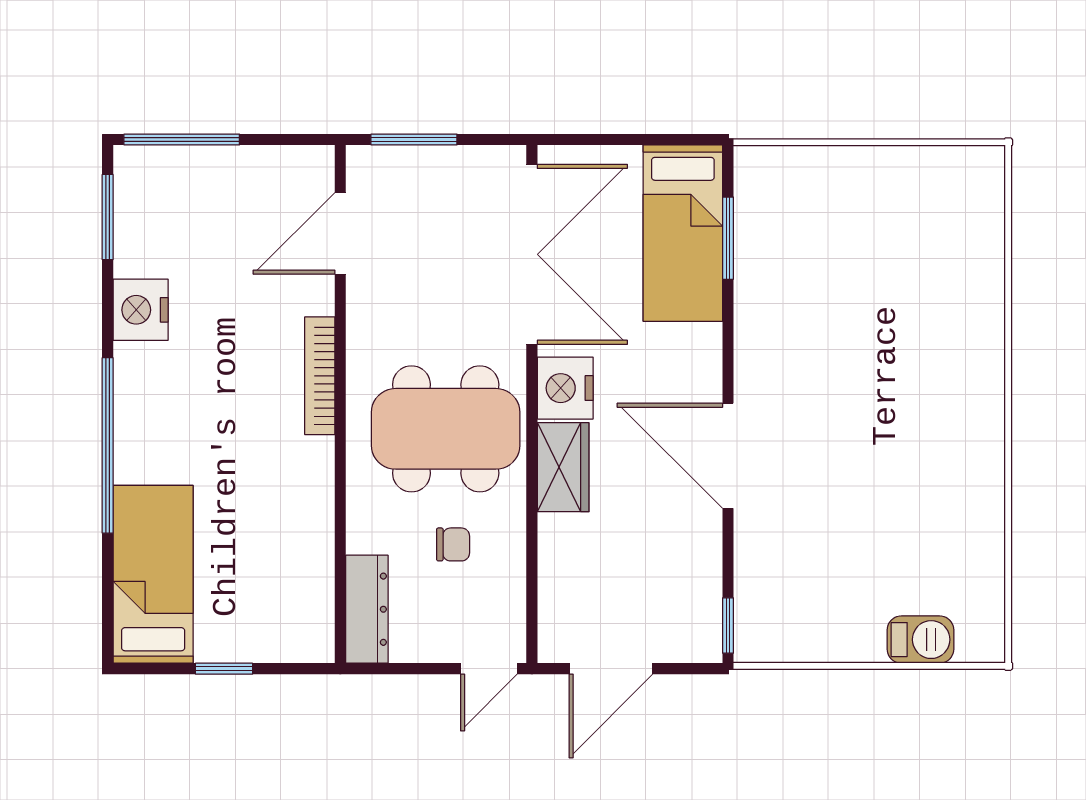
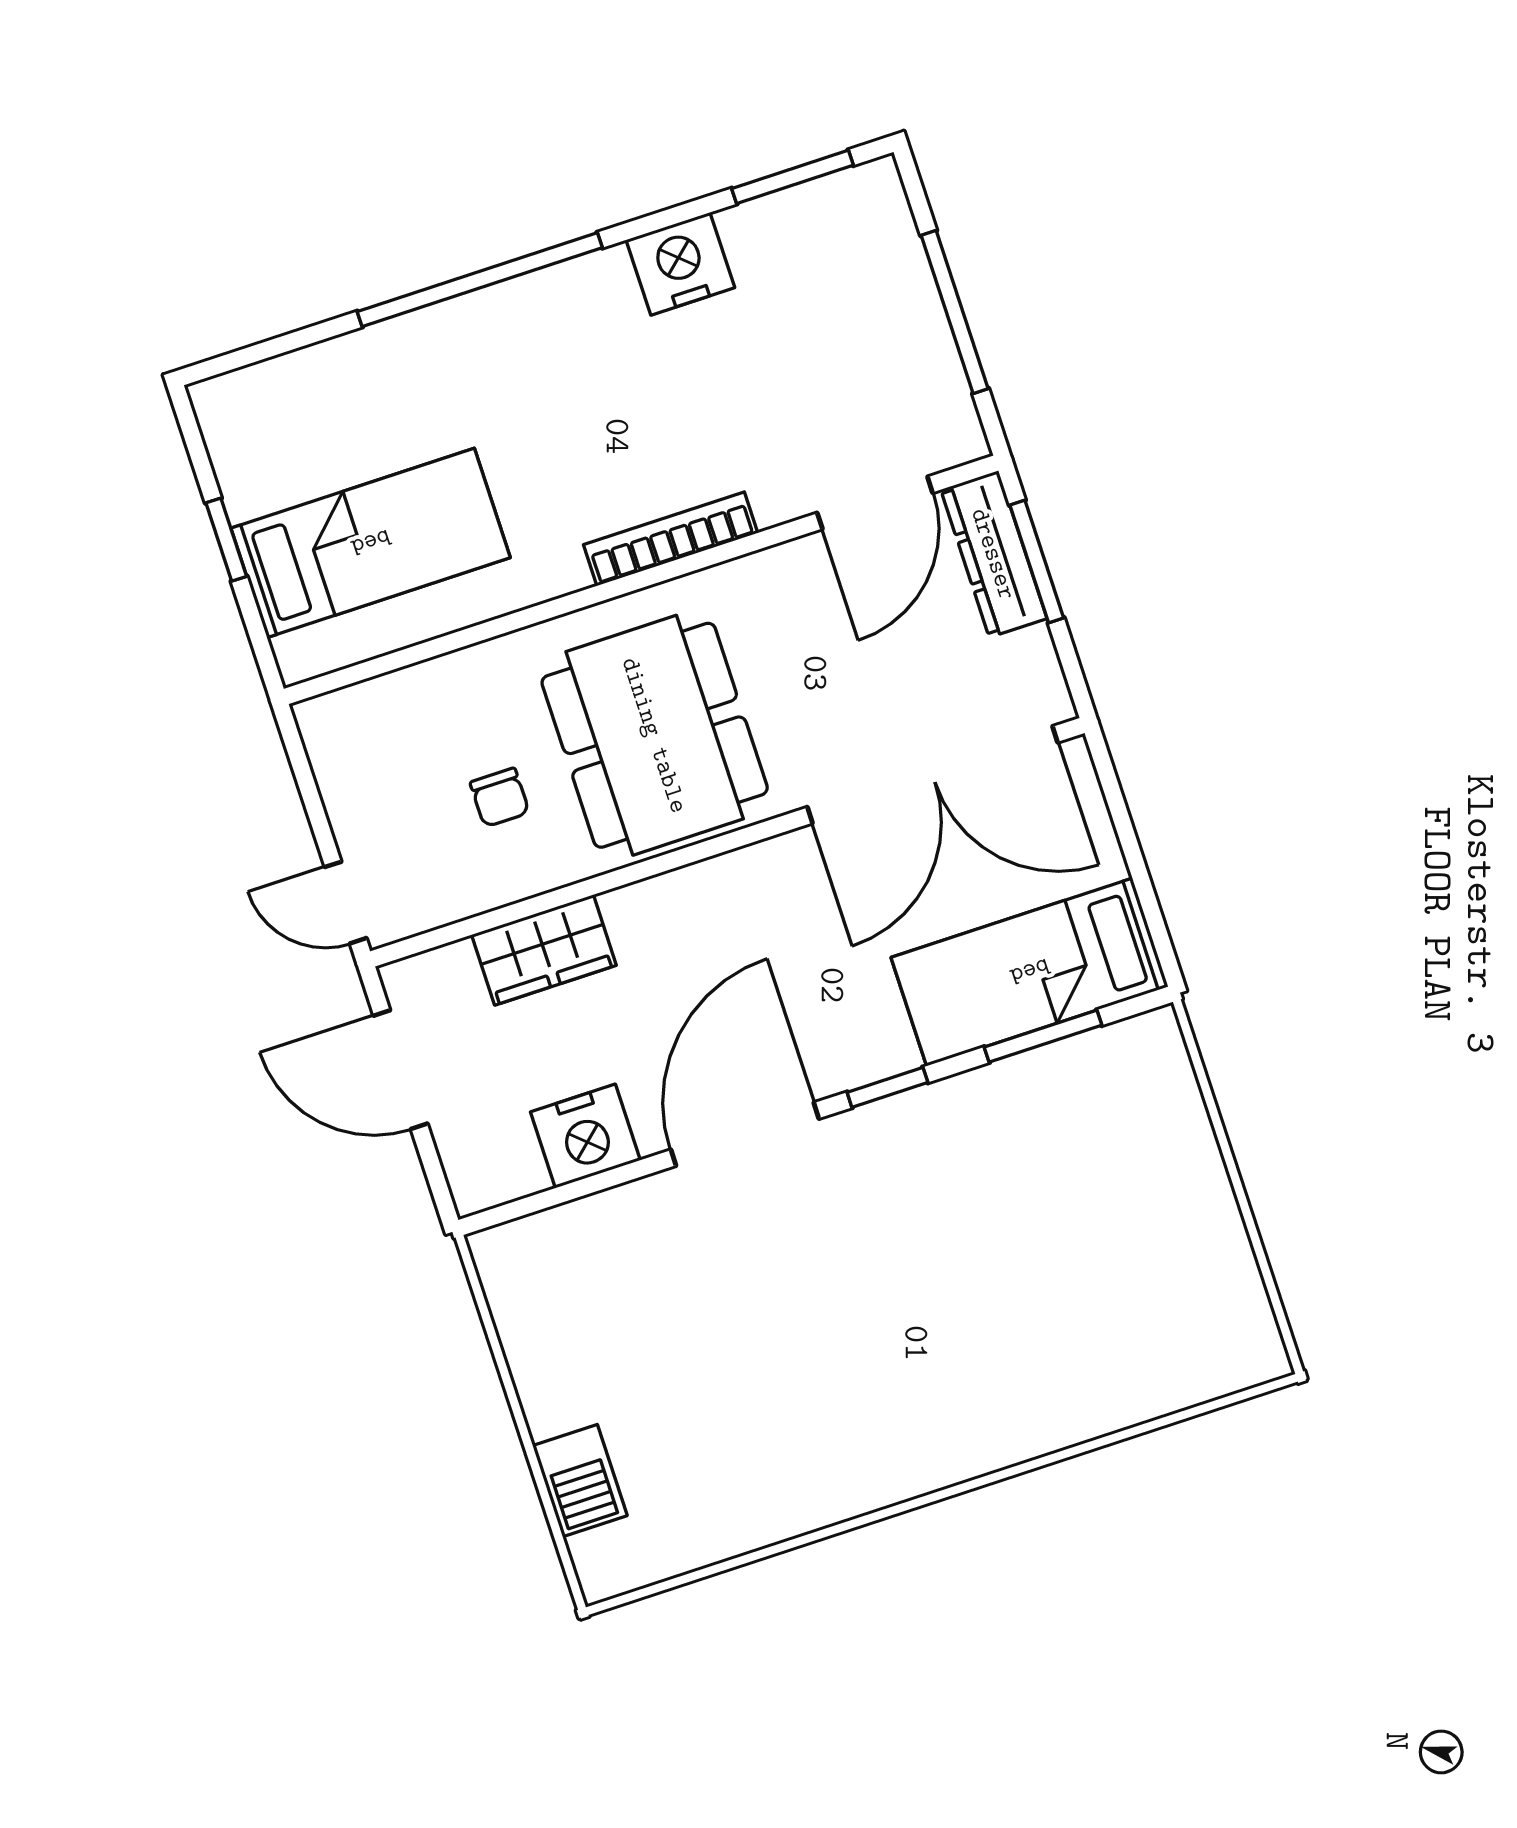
window: (182, 140) -> (955, 312), moved
door: (340, 233) -> (875, 503), swing flipped
nightstand: (565, 388) -> (585, 1136), moved, turned 180
wardrobe: (563, 467) -> (544, 950), moved
bed: (153, 574) -> (371, 543), moved
dresser: (367, 609) -> (994, 554), moved, turned 90
window: (728, 625) -> (887, 1087), moved

